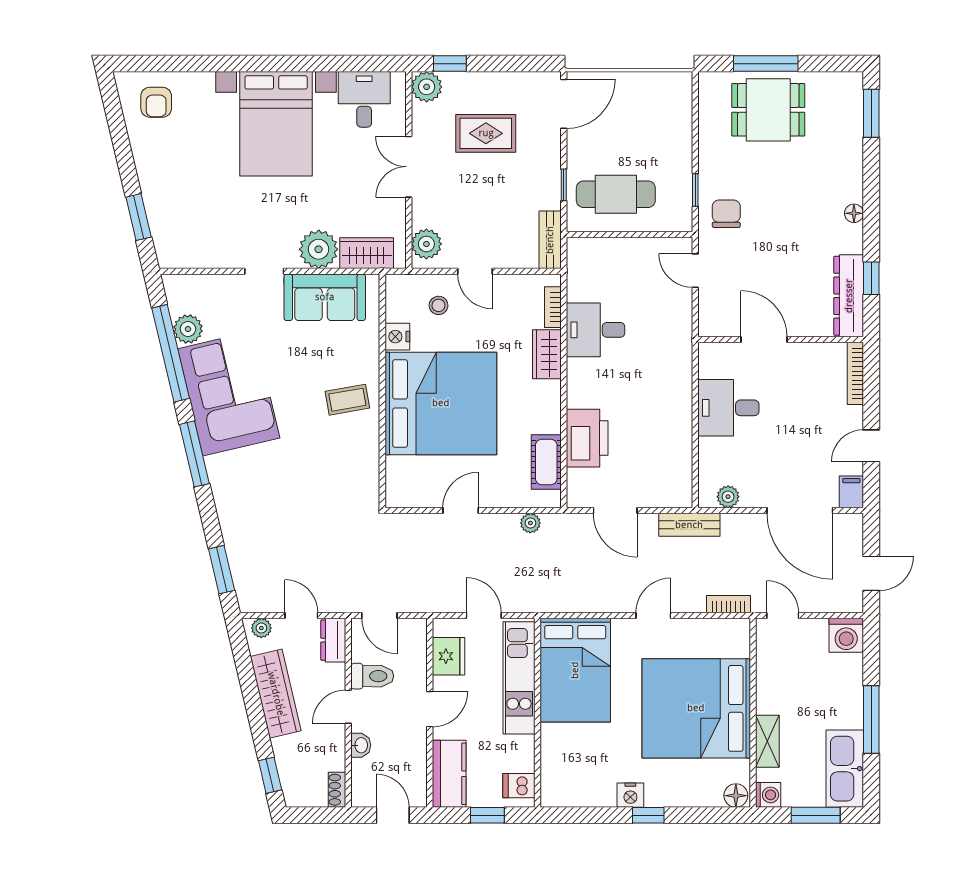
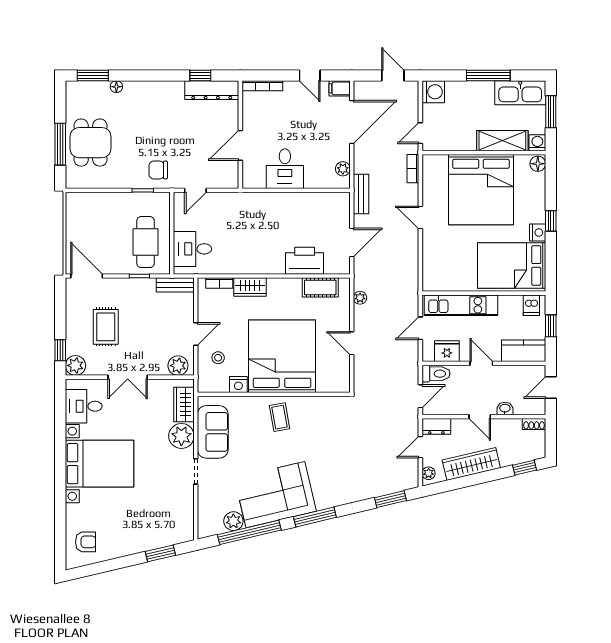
floor lamp: (854, 213) -> (116, 87), moved
desk: (595, 330) -> (192, 249), moved, turned 90
bed: (575, 670) -> (512, 265), moved, turned 180
toilet: (372, 676) -> (436, 374), moved, turned 90
shelving: (767, 741) -> (502, 141), width x1.50, depth x1.33

